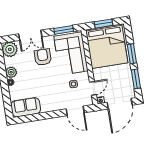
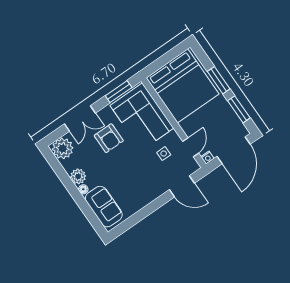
window: (103, 24) -> (165, 59), removed
armchair: (43, 57) -> (109, 138), turned 180
sofa: (26, 107) -> (104, 207), moved, turned 90

